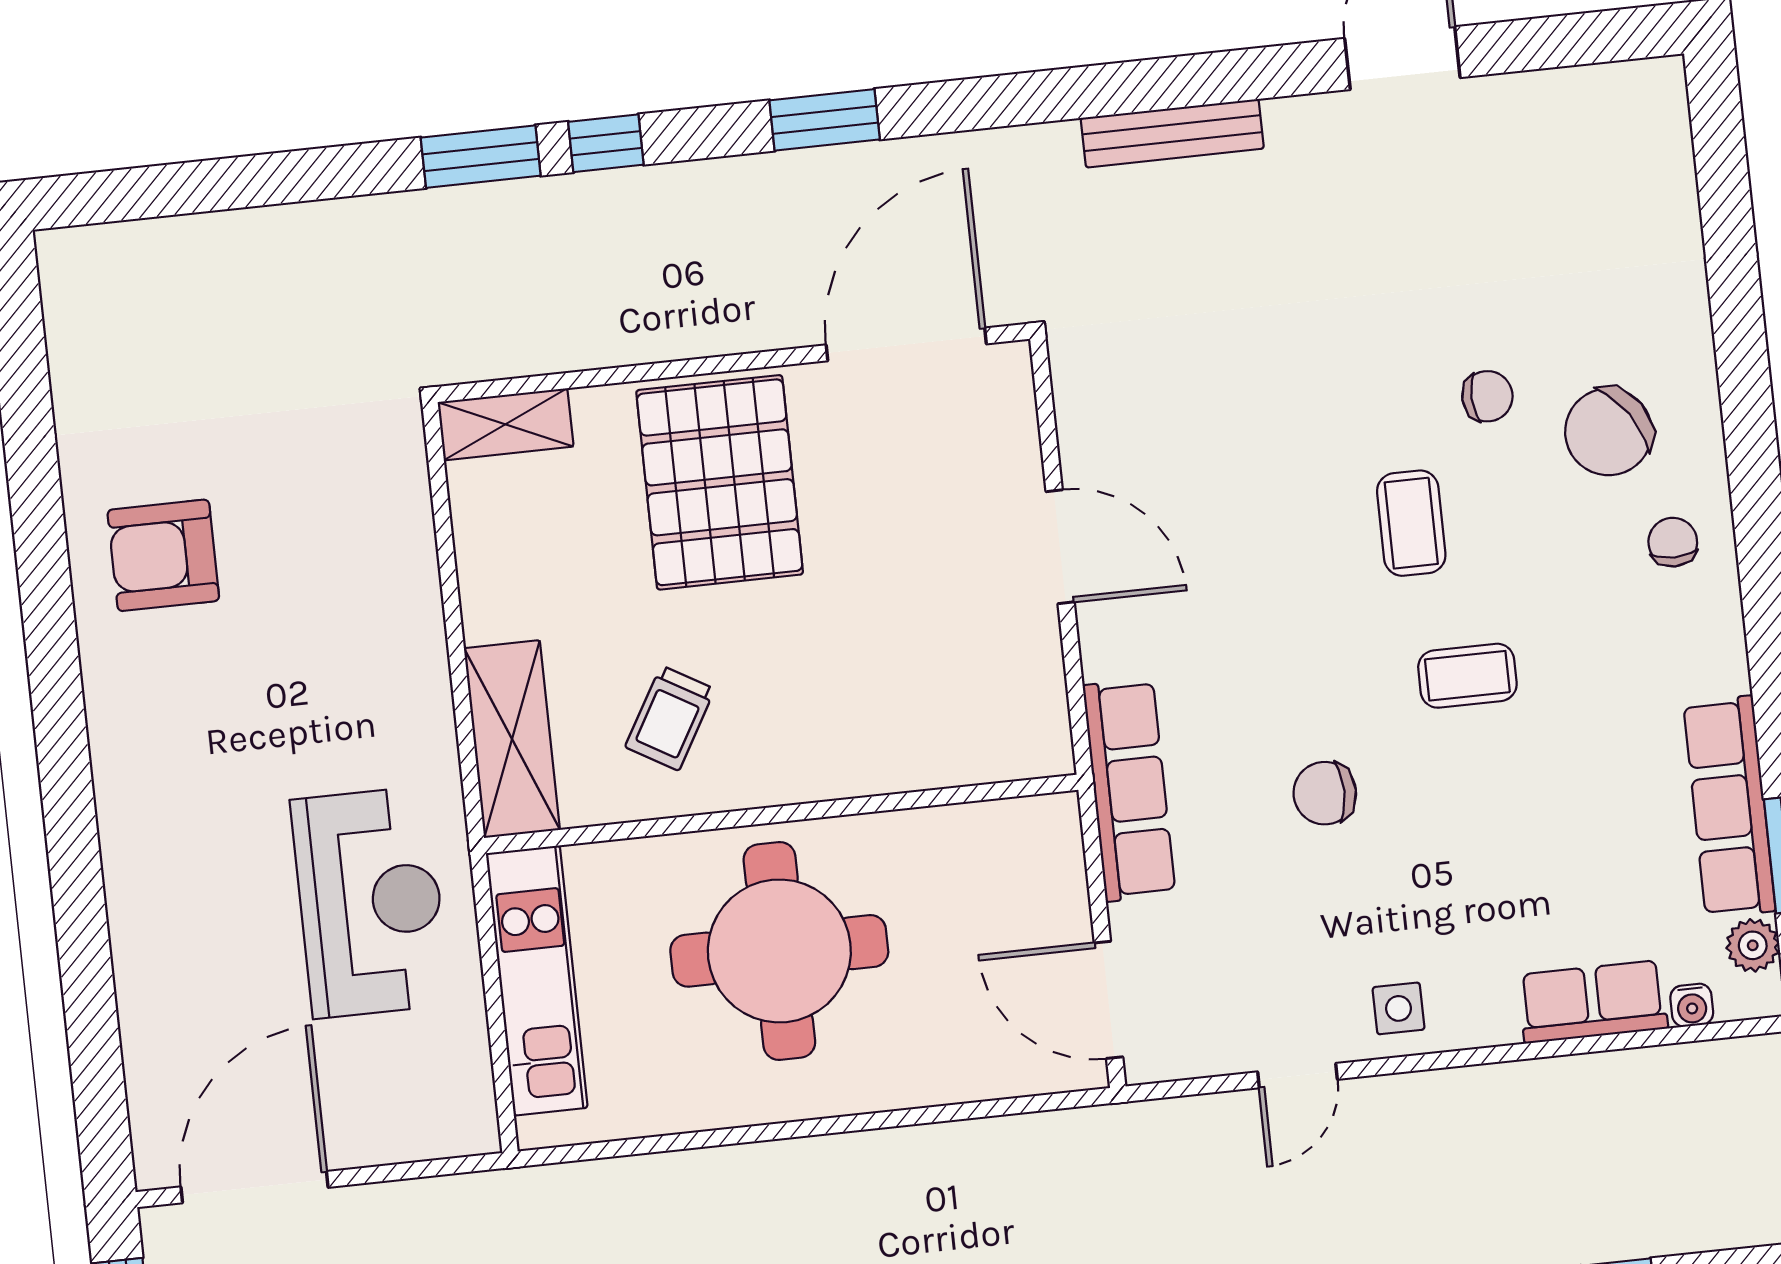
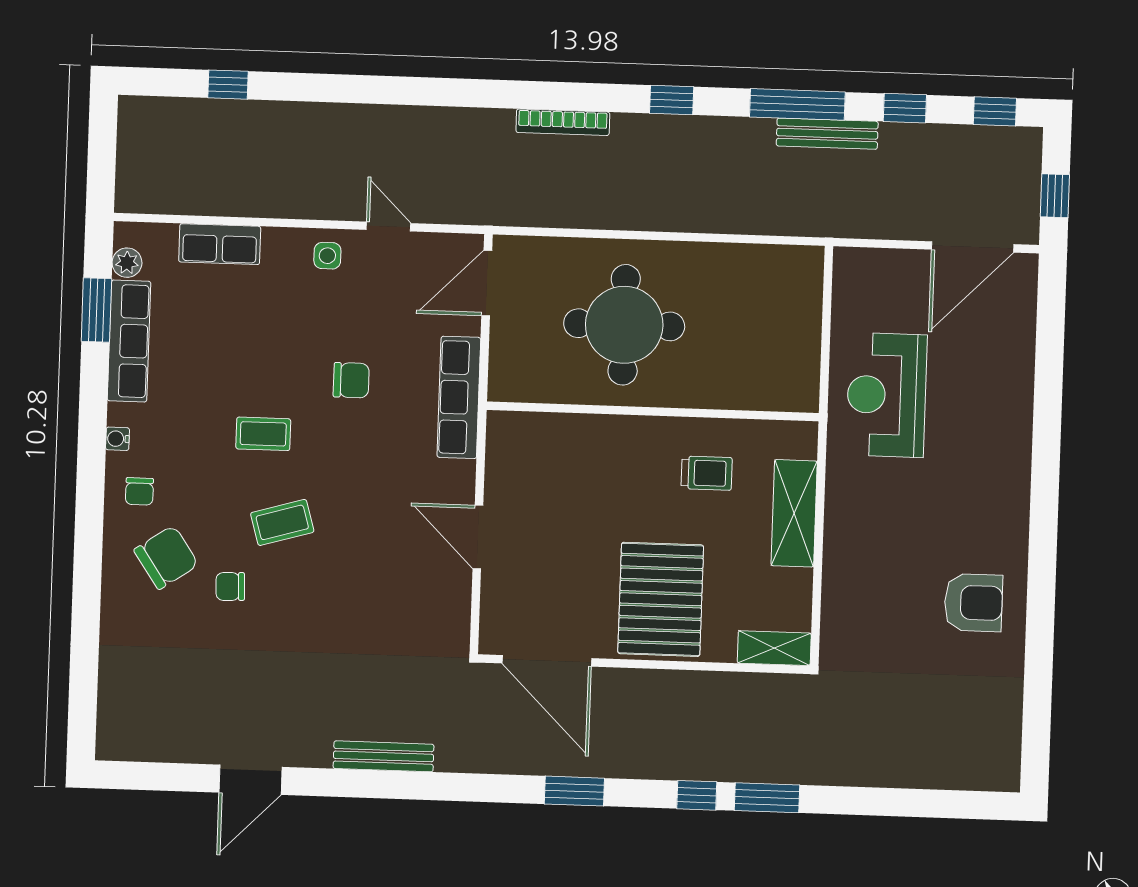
door: (906, 344) -> (547, 661), hinge flipped
coffee table: (1411, 523) -> (282, 522), turned 74
trolley: (670, 718) -> (707, 473), turned 60
shelving: (512, 739) -> (794, 513), moved
round table: (779, 951) -> (624, 325), moved
kitchen unit: (537, 980) -> (801, 339), removed
door: (1108, 1000) -> (487, 283), swing flipped
water cooler: (1692, 1005) -> (117, 439), moved, turned -90
door: (1297, 1076) -> (388, 226), hinge flipped

